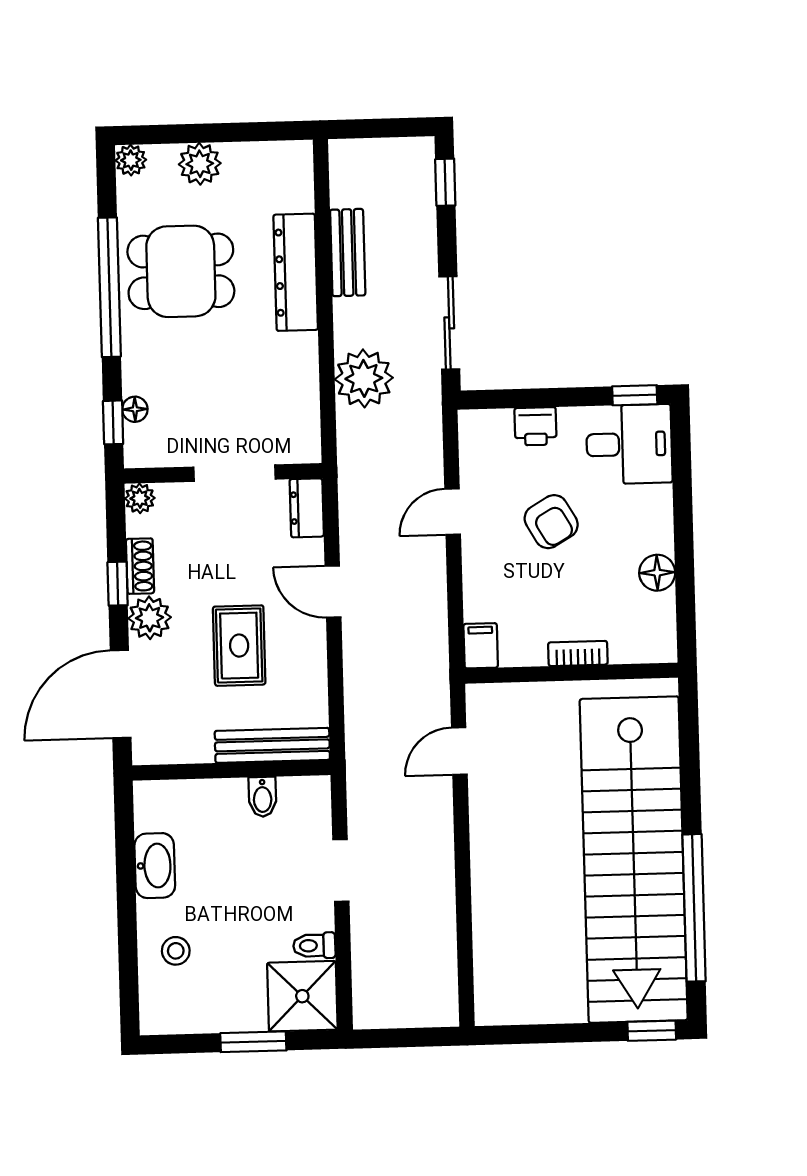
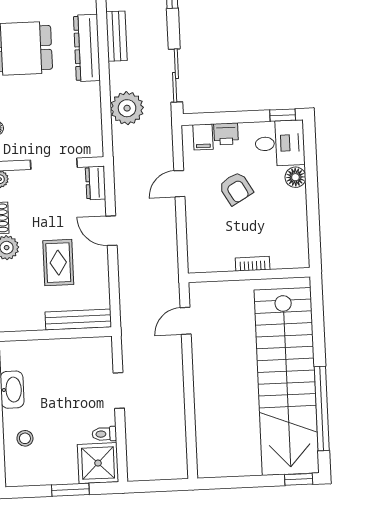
floor lamp: (657, 573) -> (295, 177), moved
filing cabinet: (481, 646) -> (203, 137), moved, turned 180
bidet: (263, 797) -> (73, 349), removed

